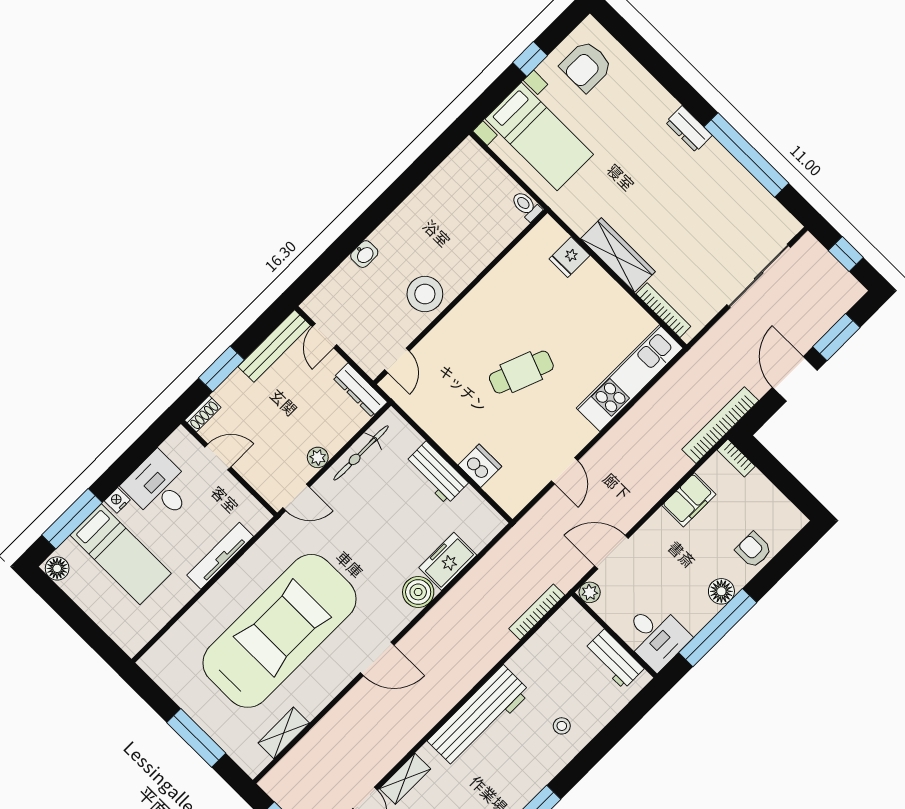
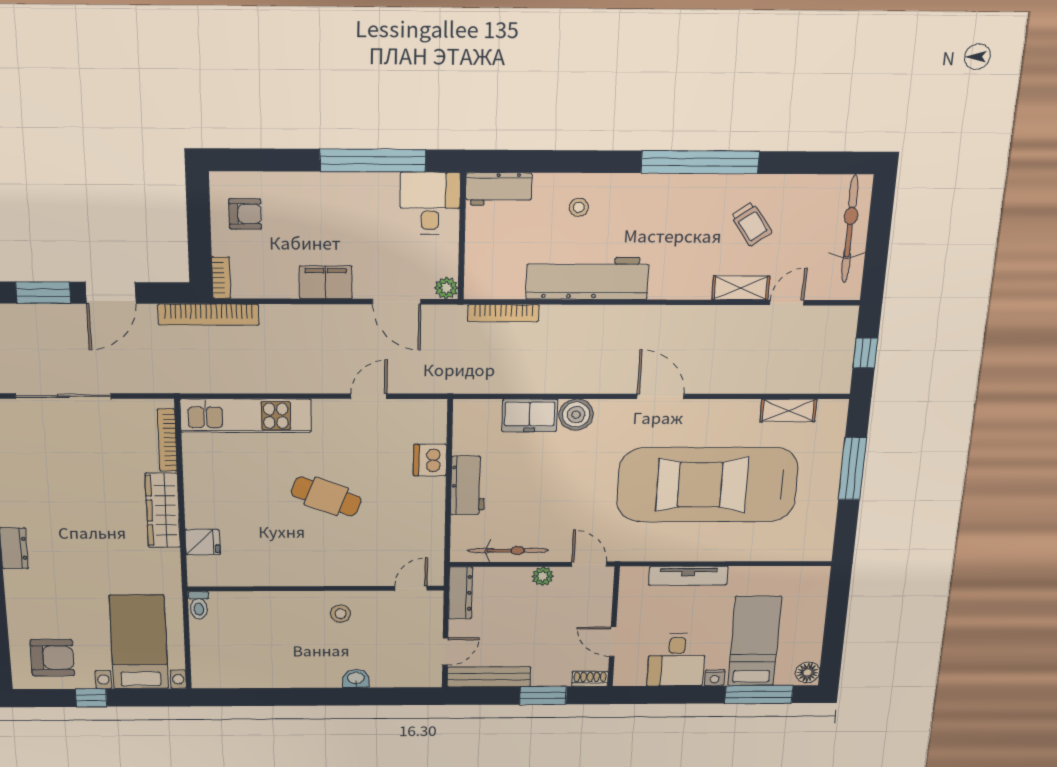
stool: (425, 294) -> (340, 614), width x0.53, depth x0.53
filing cabinet: (689, 500) -> (326, 282), moved
armchair: (753, 550) -> (245, 214), moved, turned -90
floor lamp: (721, 591) -> (340, 186), removed
workbench: (614, 659) -> (499, 189), moved, turned 90
workbench: (479, 716) -> (587, 278), moved

